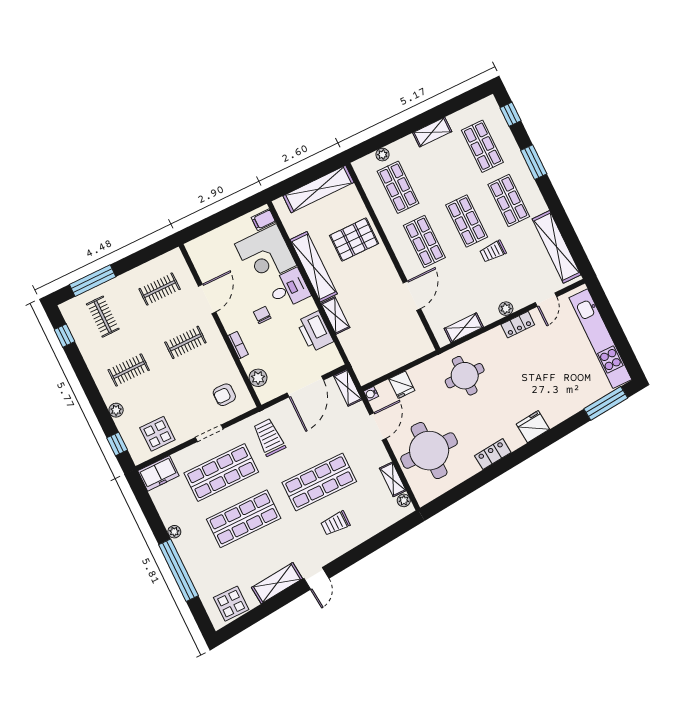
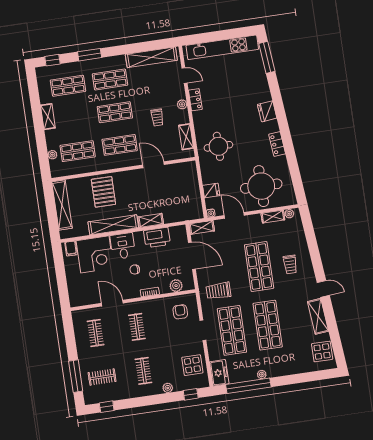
trolley: (493, 251) -> (157, 117), moved
armchair: (224, 395) -> (180, 312), turned 180
window: (178, 570) -> (248, 386), moved

